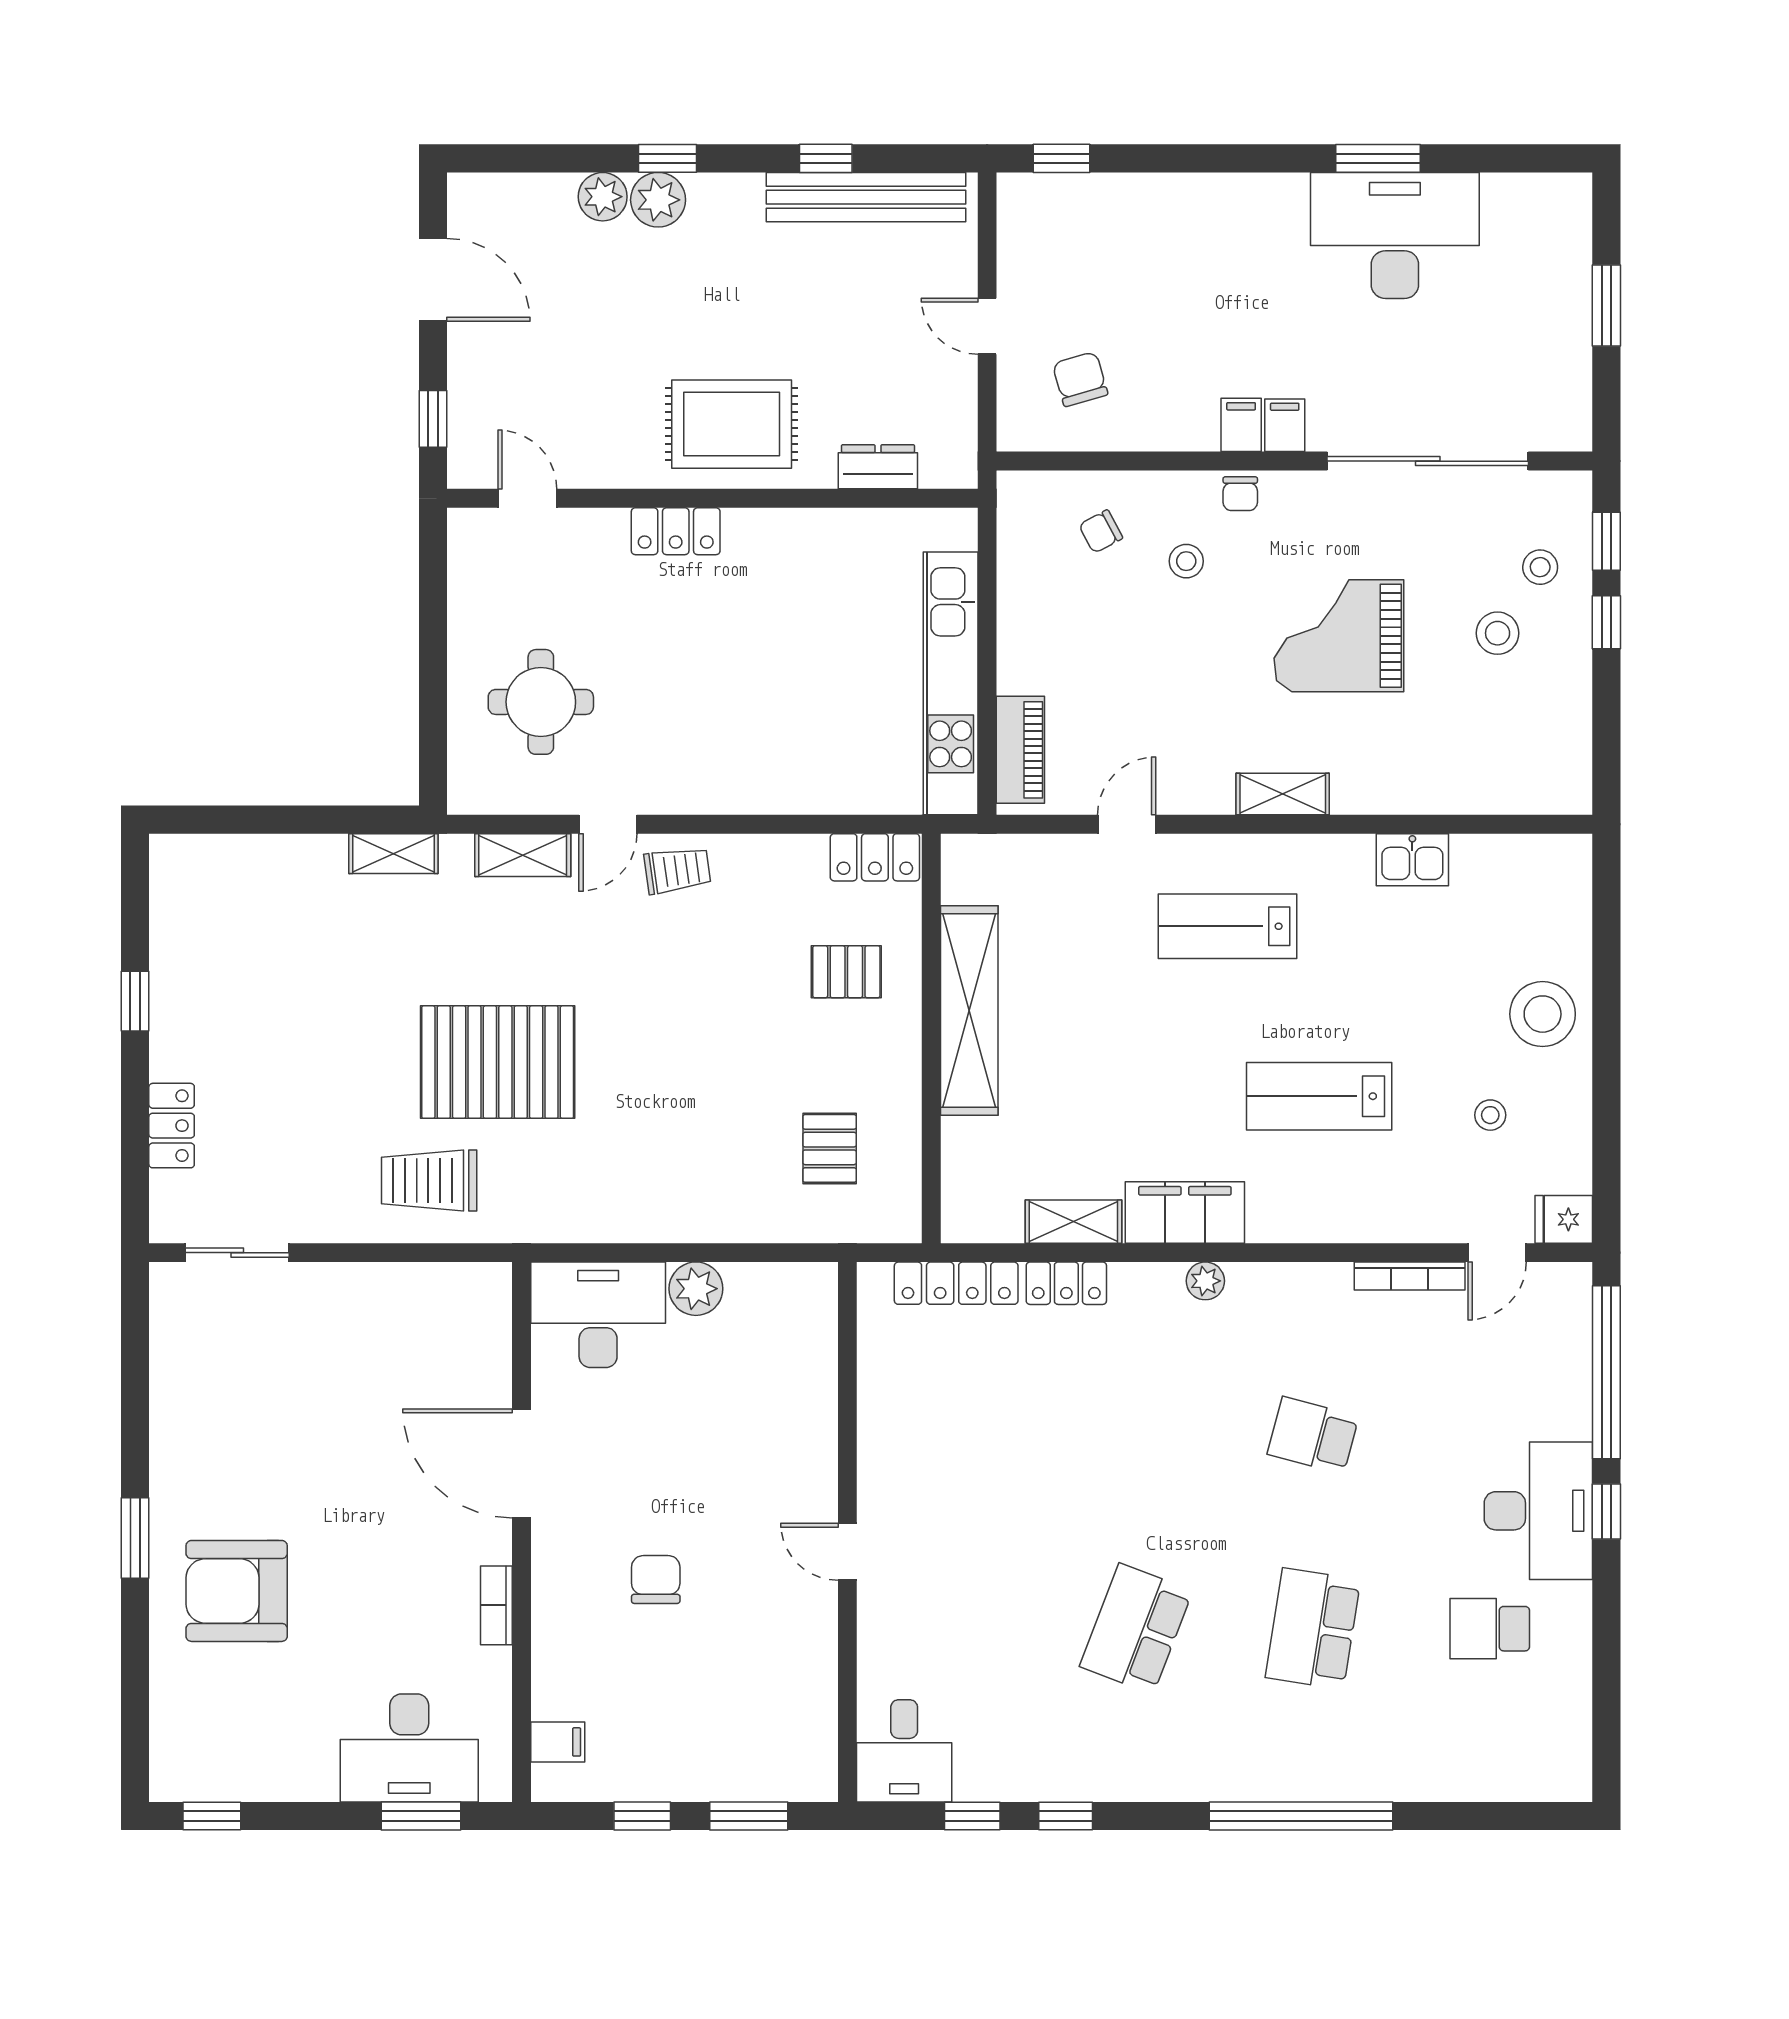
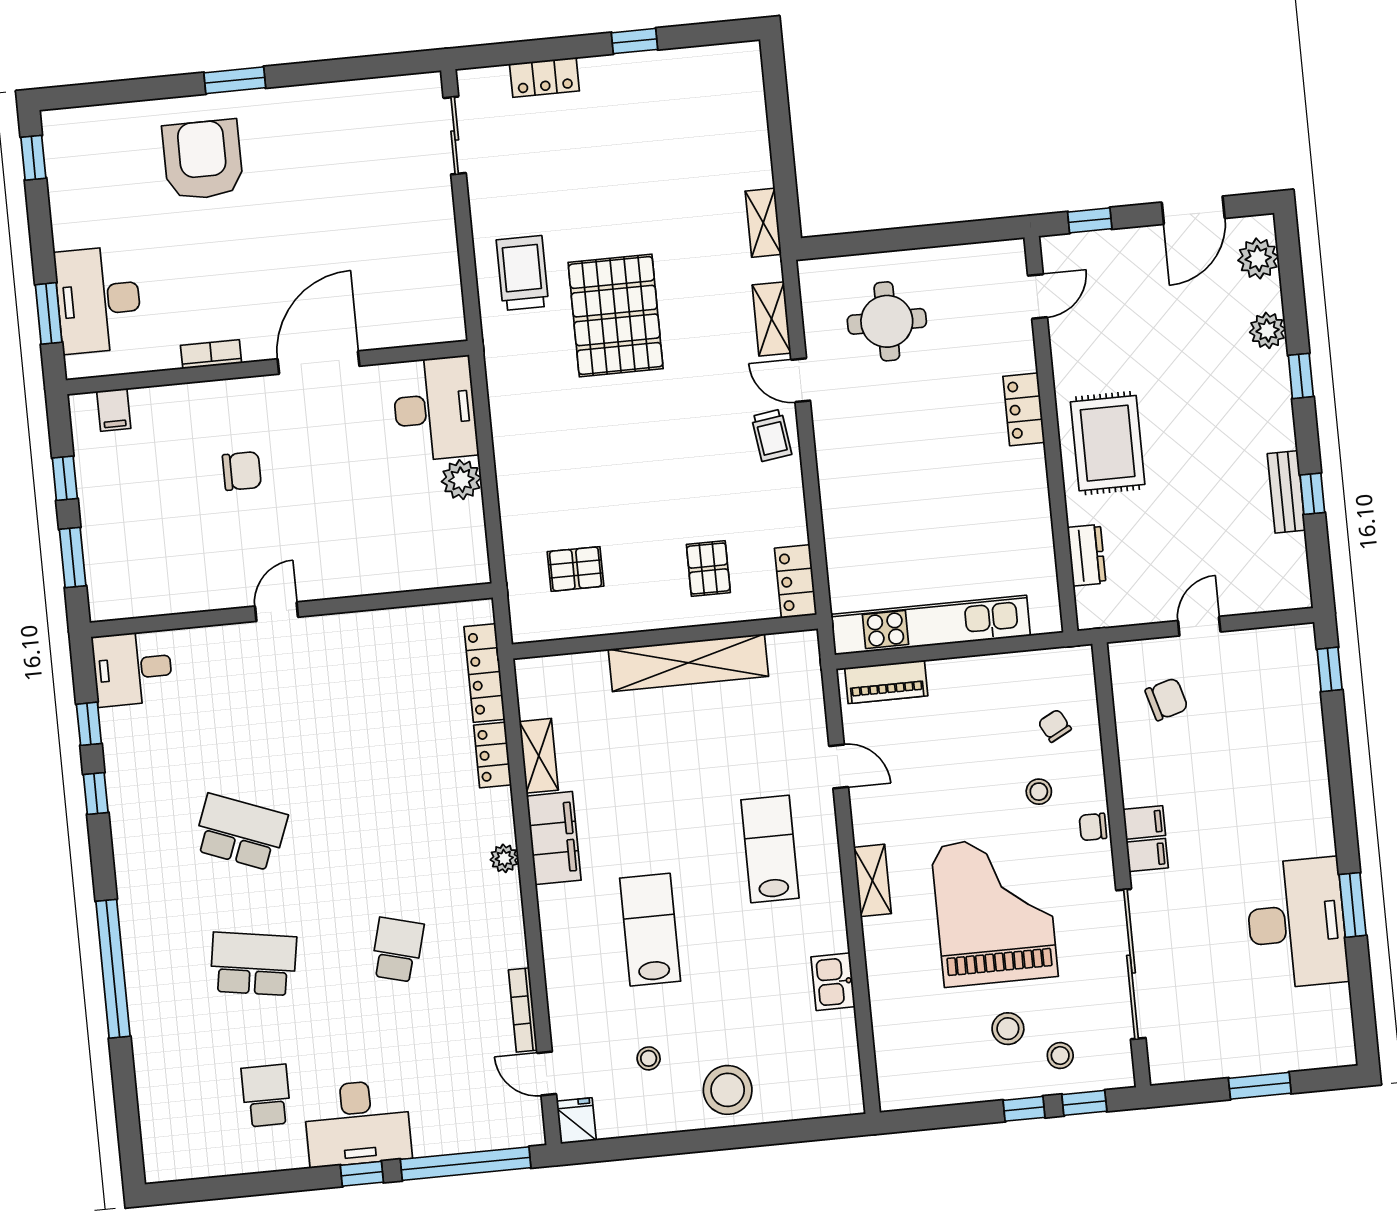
bench: (866, 197) -> (1286, 492), width x0.54, depth x0.82
plant: (658, 200) -> (1258, 258), moved
grand piano: (1339, 636) -> (994, 911), width x1.37, depth x1.48

